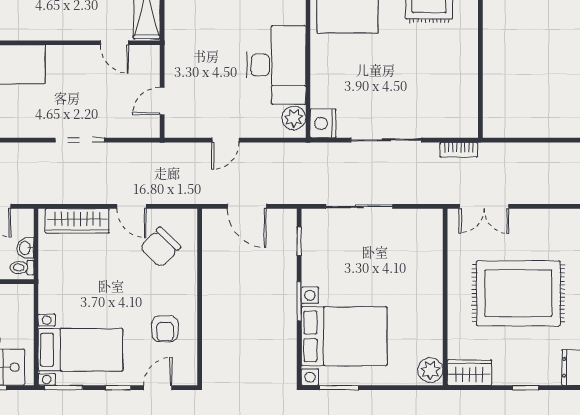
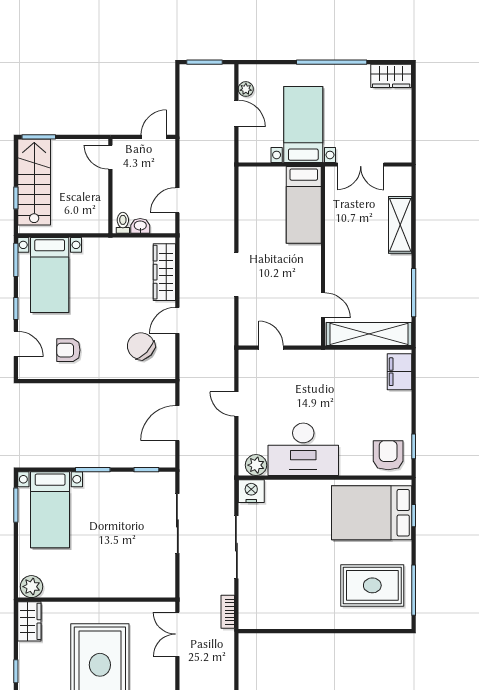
door: (115, 43) -> (323, 305), swing flipped
bed with nightstands: (344, 336) -> (50, 510), width x0.73

